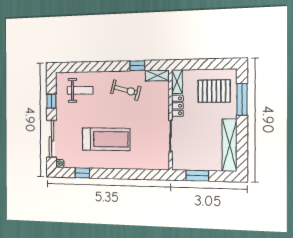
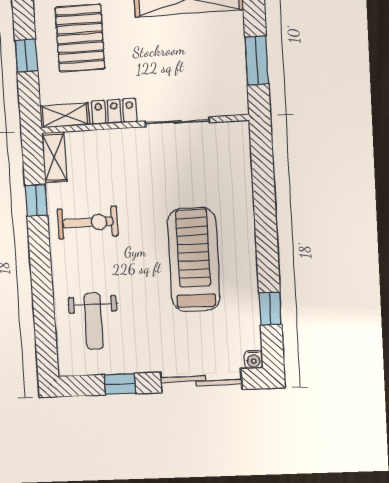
window: (207, 64) -> (26, 56), added
weight bench: (80, 90) -> (94, 321), turned 180
exercise bike: (126, 90) -> (88, 222), turned 75

